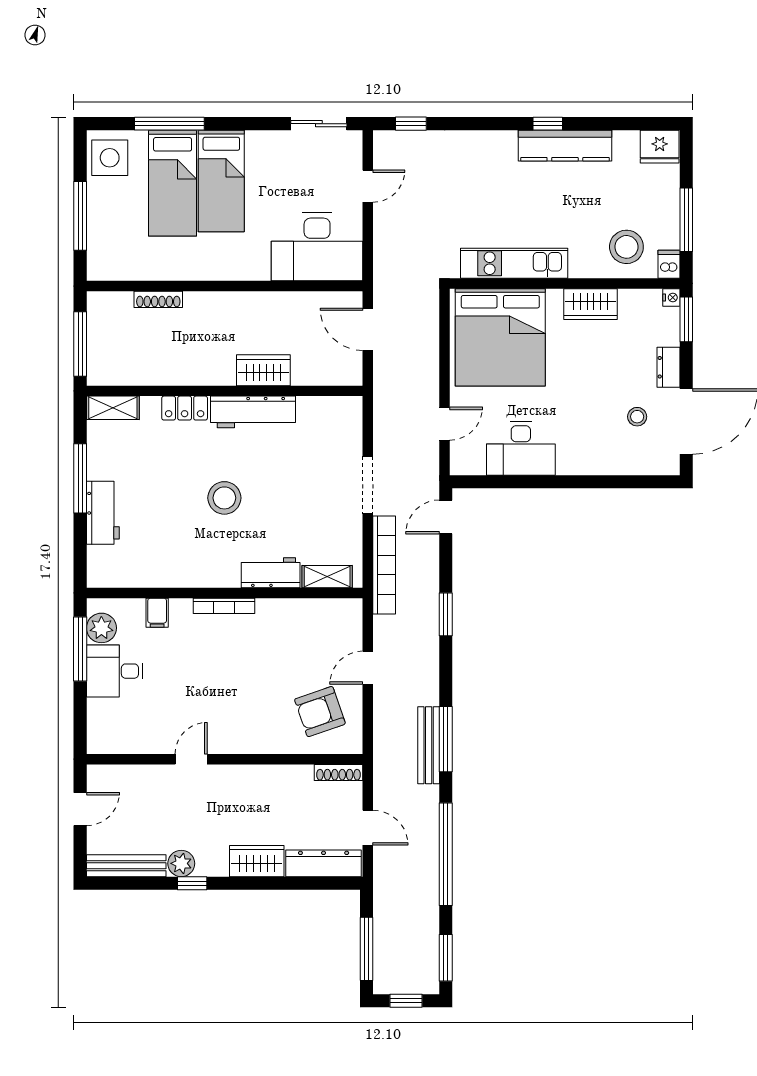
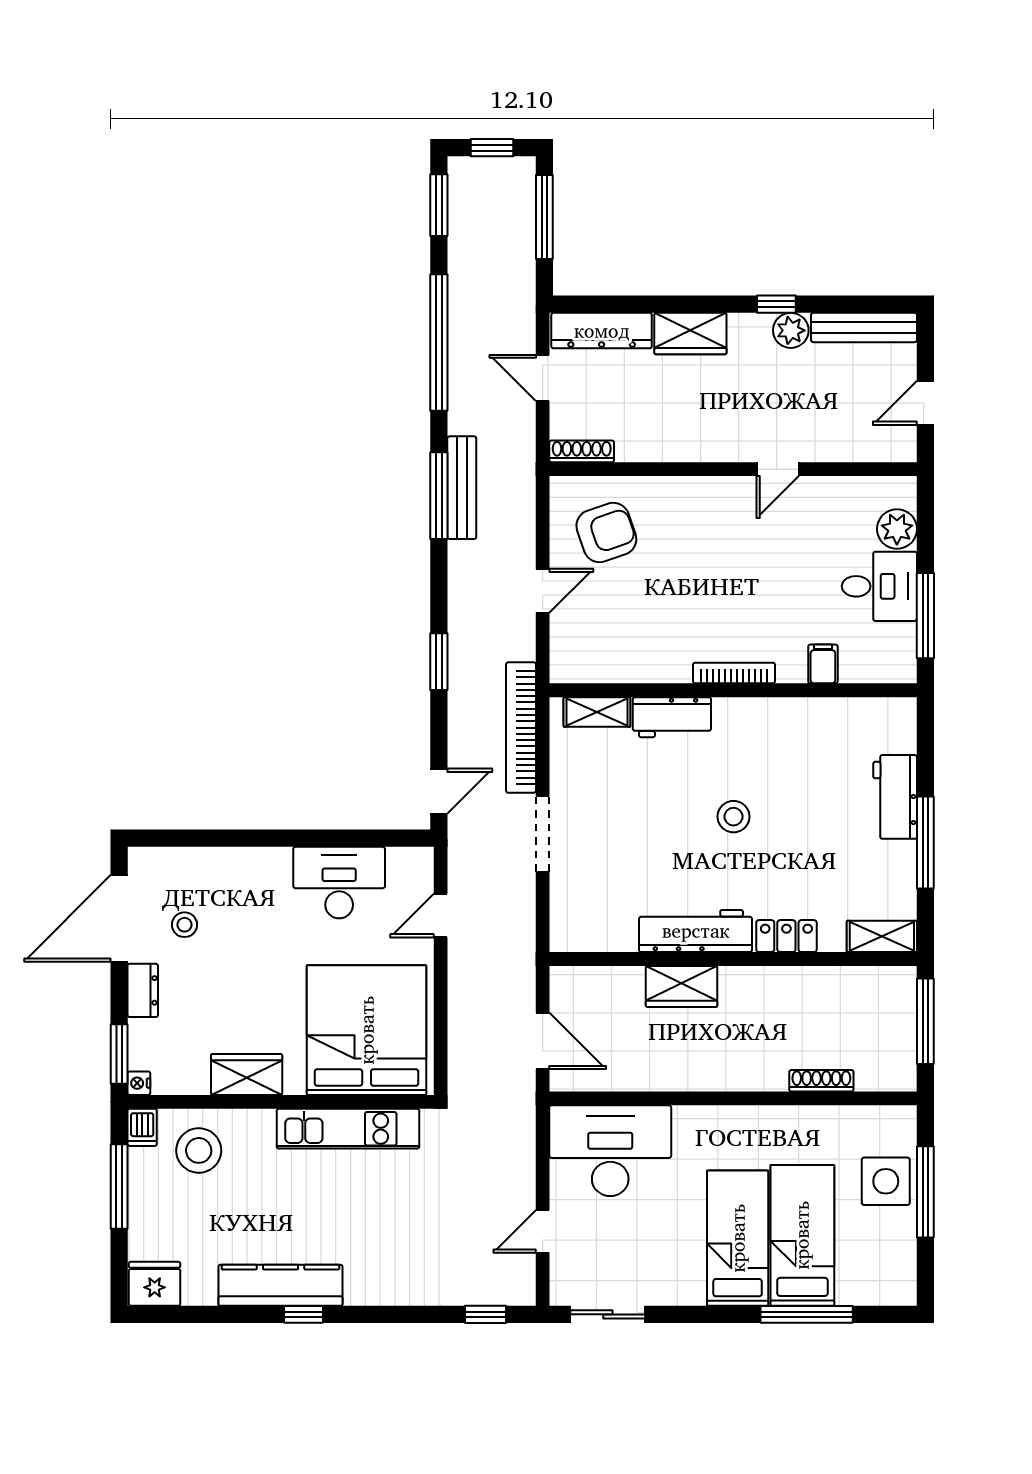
side table: (110, 158) -> (886, 1181), moved
stool: (224, 498) -> (733, 817), width x0.73, depth x0.73
plant: (101, 628) -> (897, 529), moved

